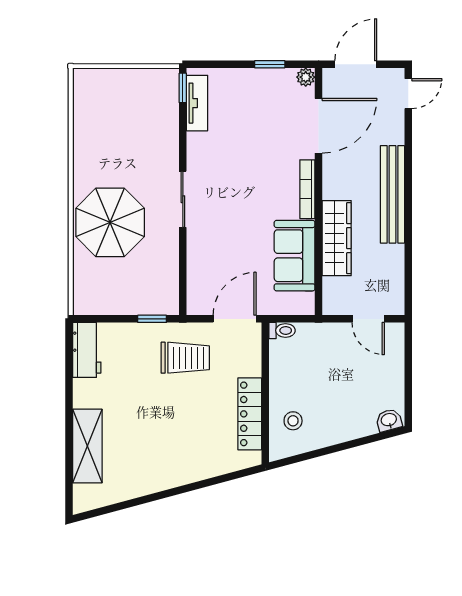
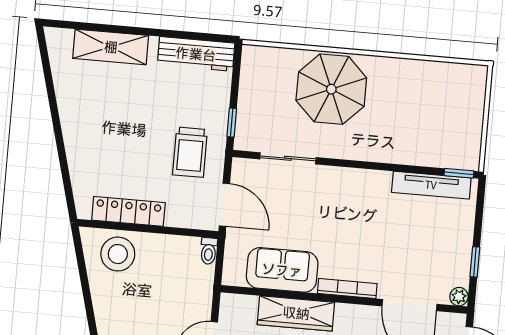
tv unit: (197, 103) -> (431, 185), width x1.41
sliding door: (183, 199) -> (288, 158), moved
workbench: (87, 350) -> (196, 54), width x1.38
stool: (293, 421) -> (118, 254), width x1.89, depth x1.89

